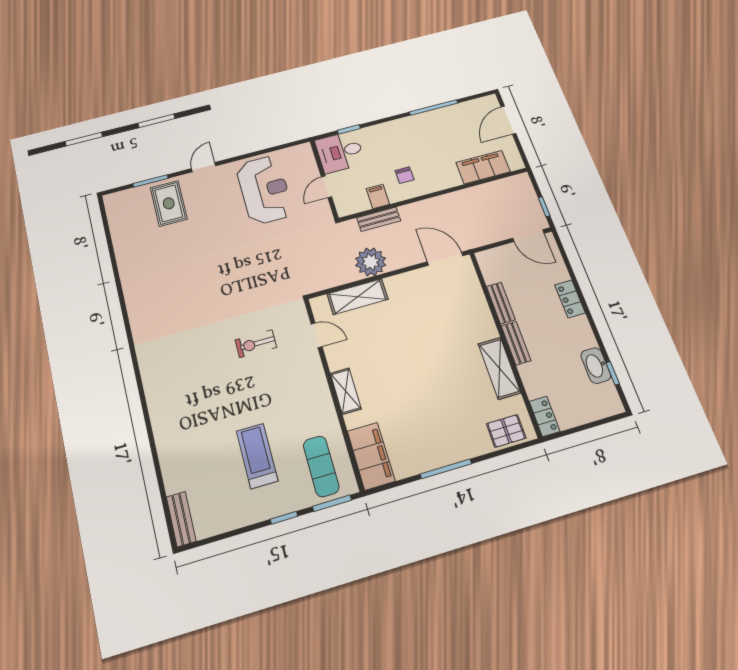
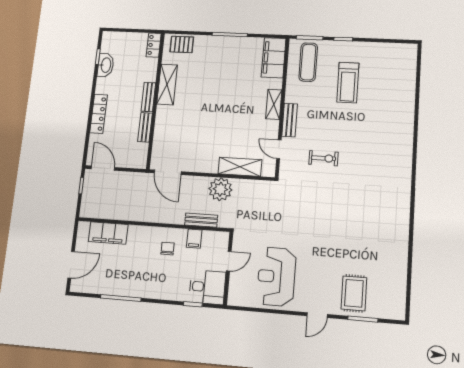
locker: (570, 299) -> (99, 114), width x1.53
bench: (181, 519) -> (290, 120), moved

